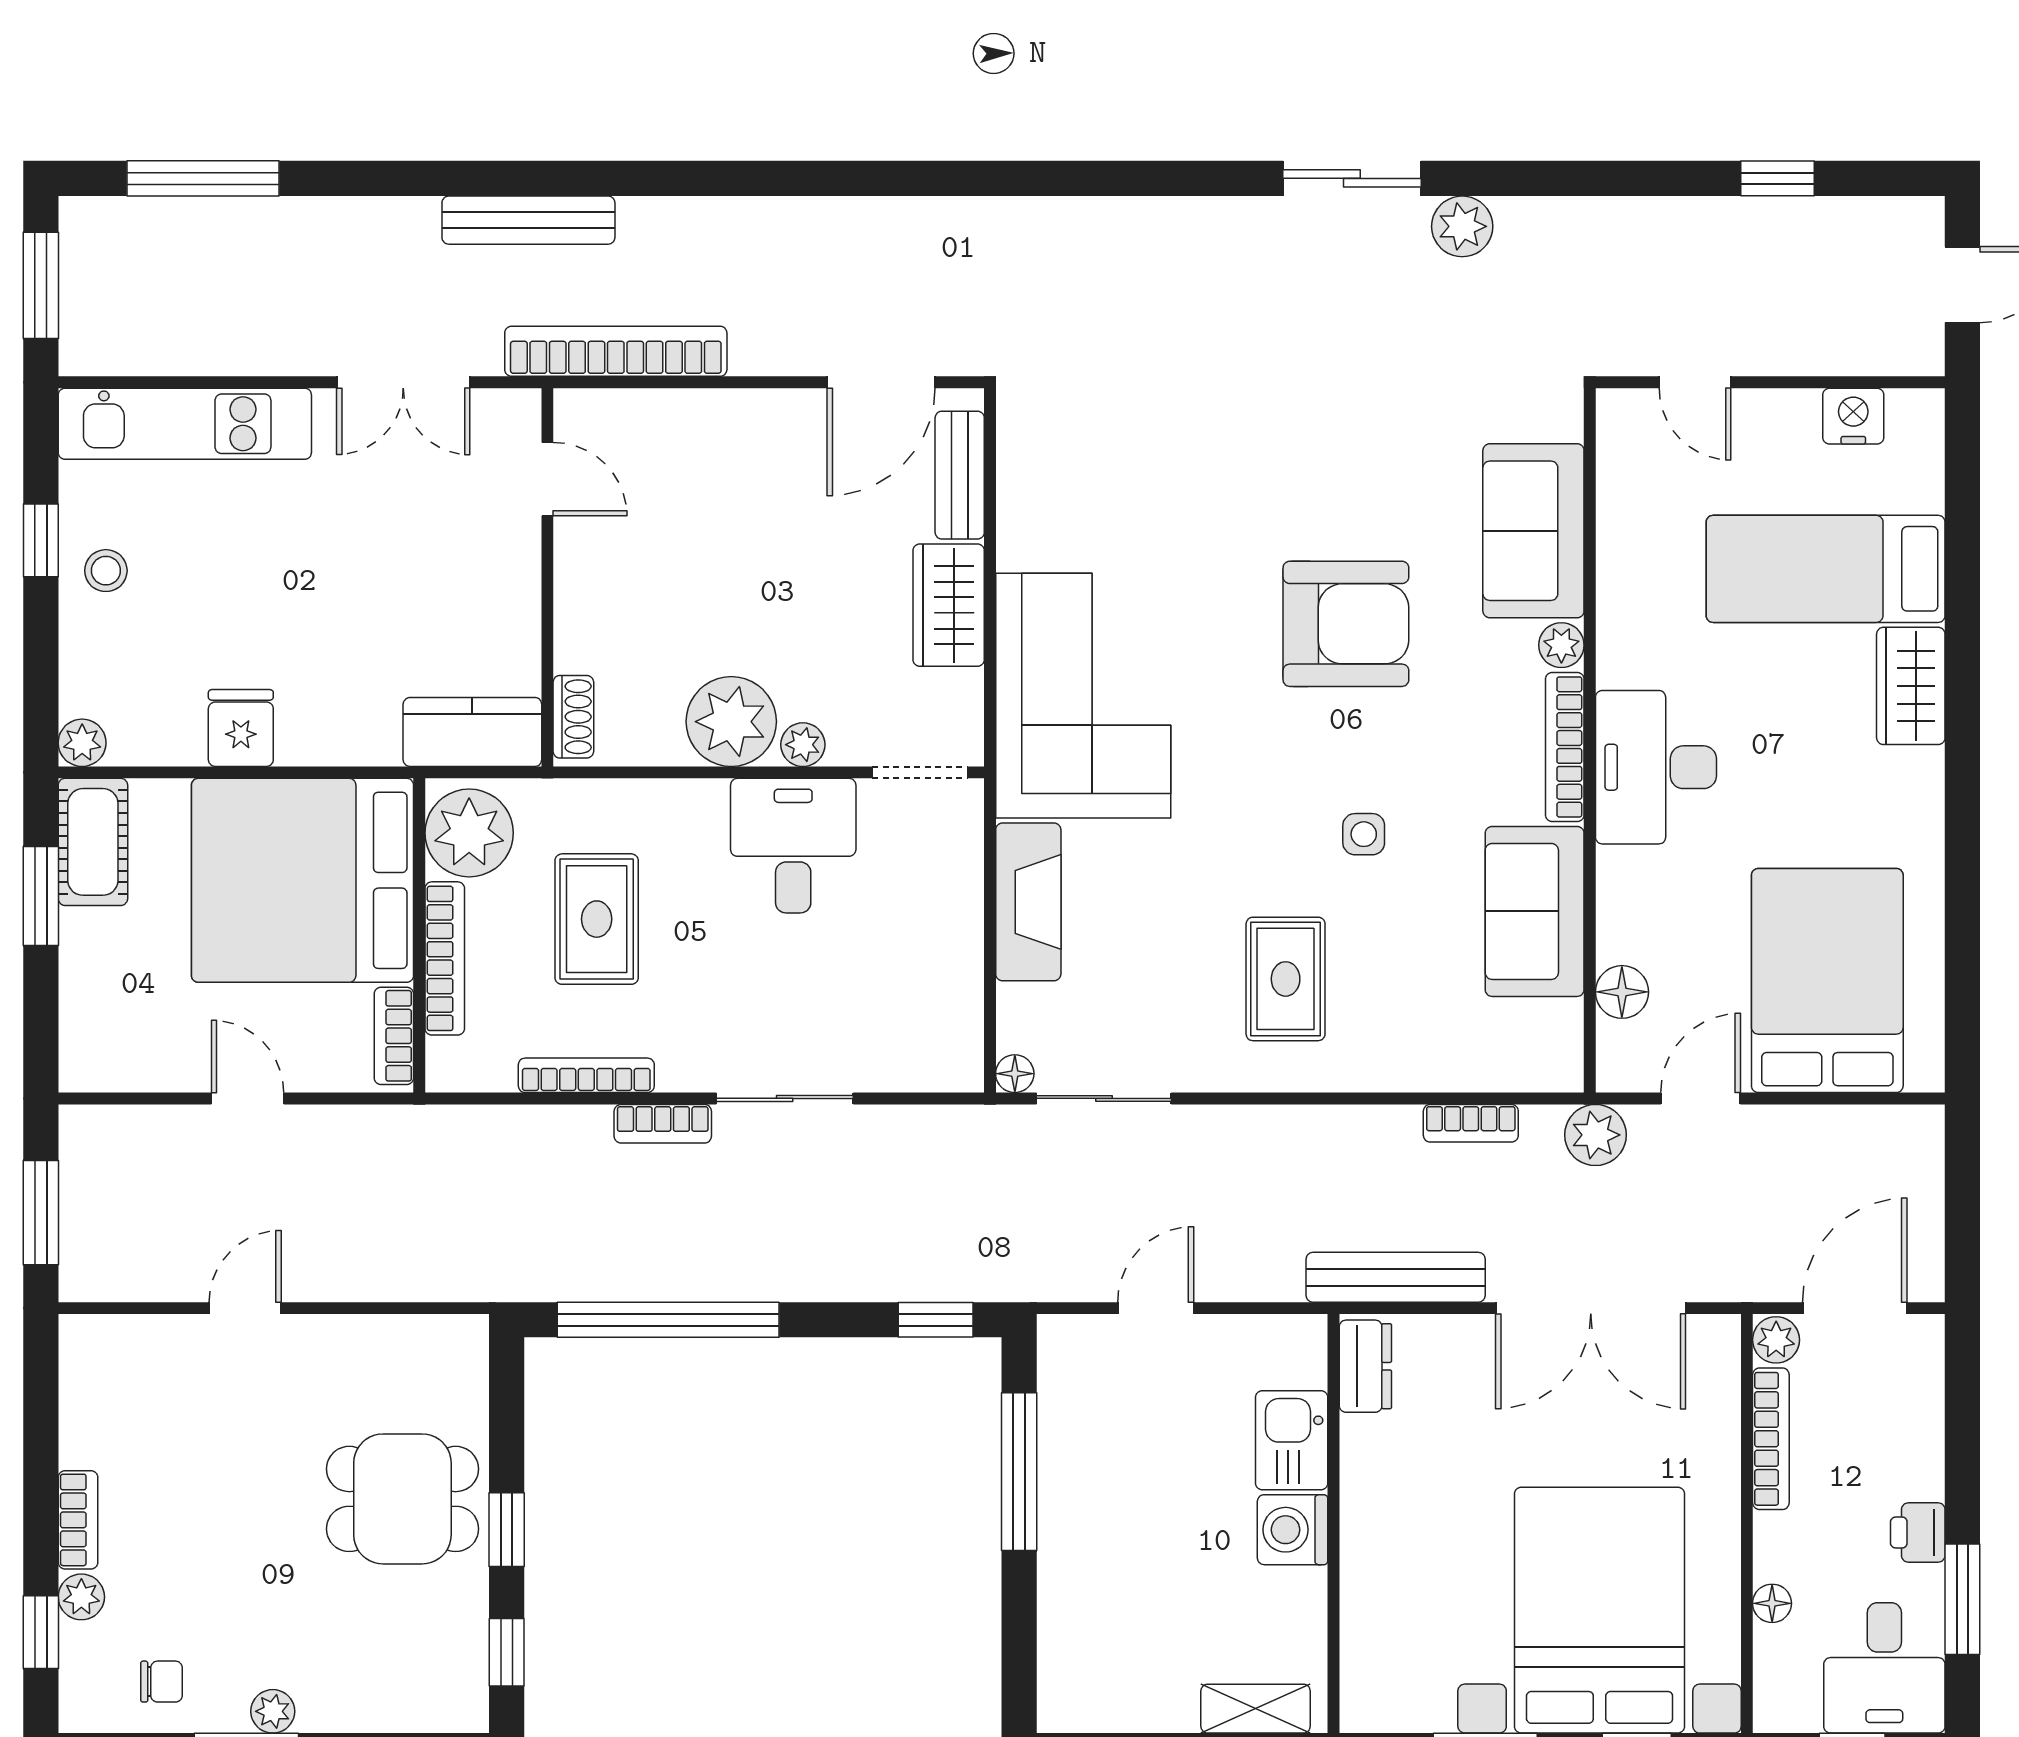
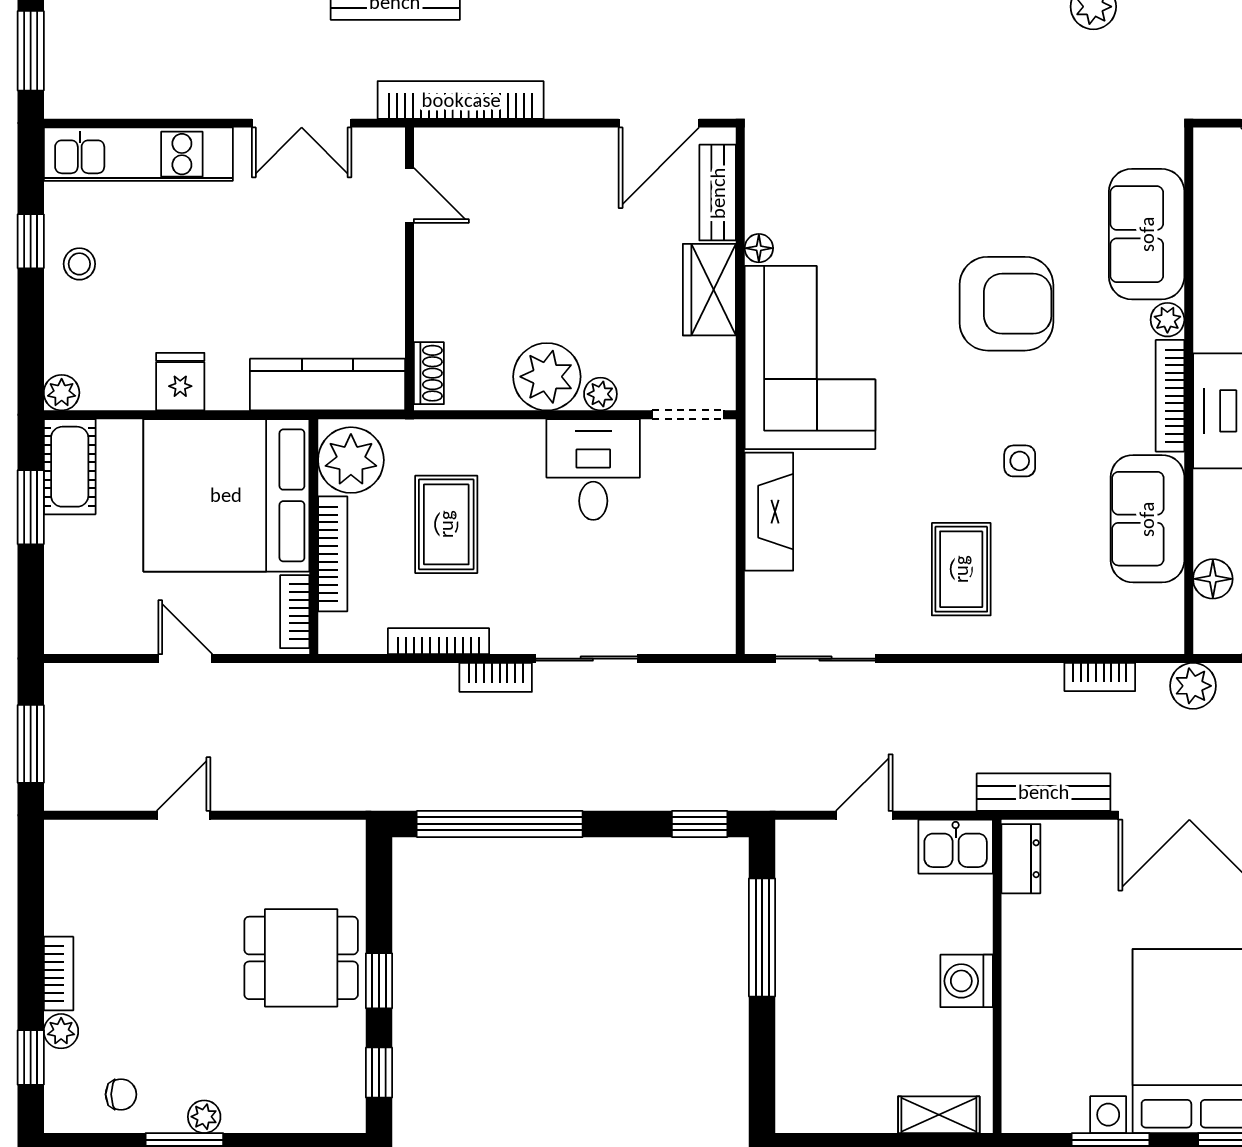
kitchen counter: (472, 732) -> (328, 385), width x1.50
floor lamp: (1015, 1074) -> (759, 248), moved
kitchen sink: (1292, 1440) -> (956, 847), moved, turned -90

